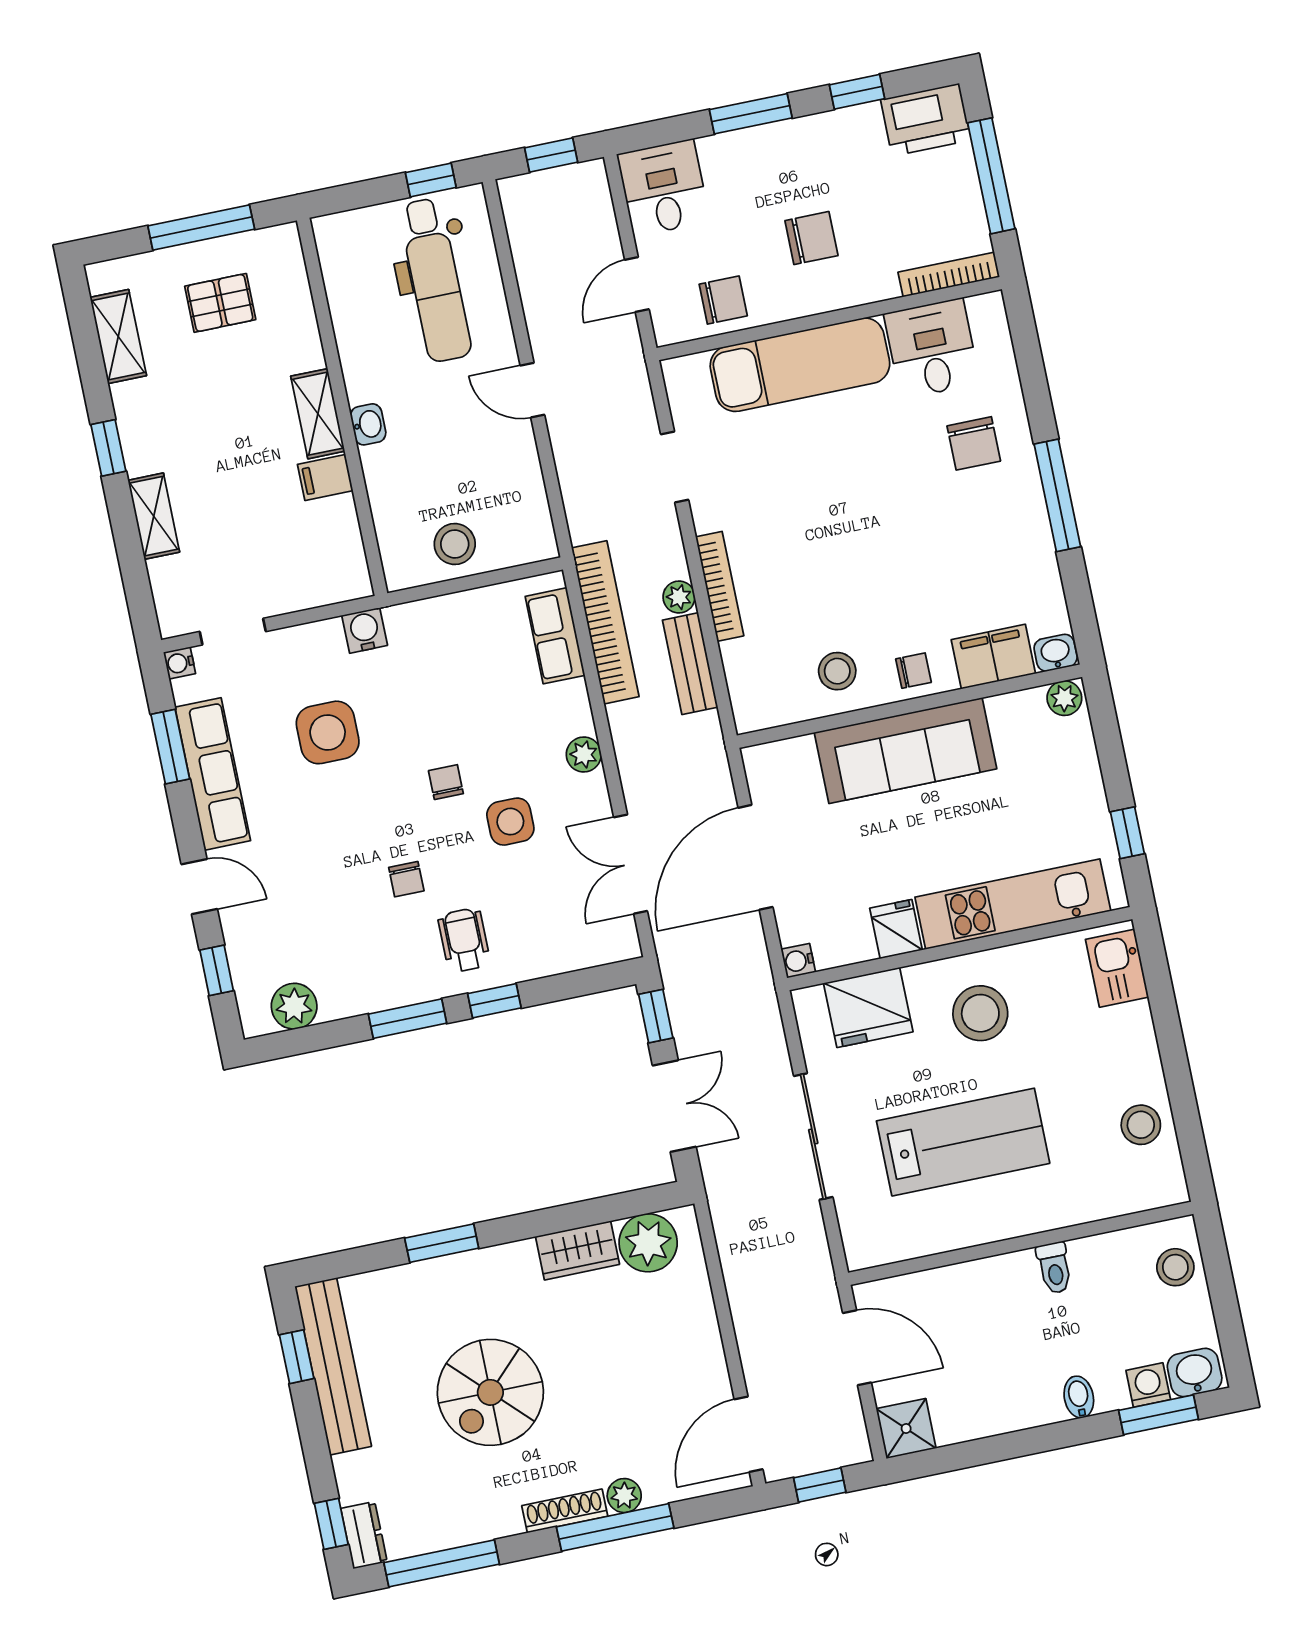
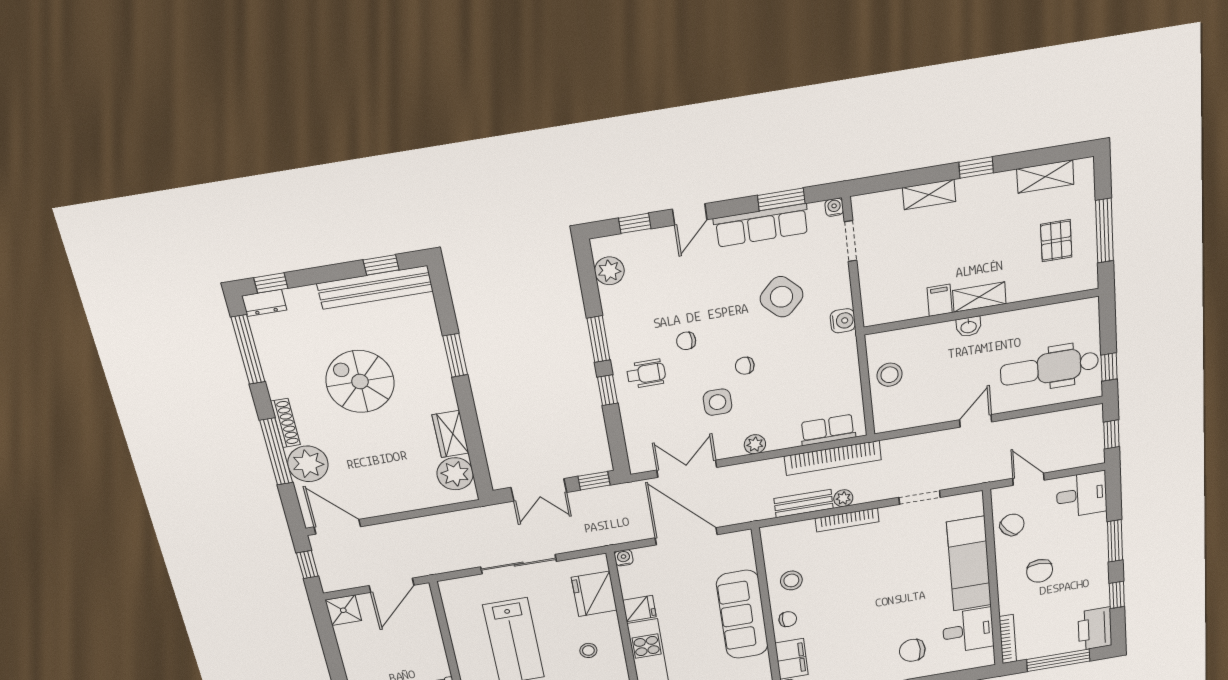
chair: (723, 300) -> (1012, 525), turned -132
chair: (913, 671) -> (788, 619), turned -90
side table: (328, 732) -> (782, 297), turned 45
chair: (446, 782) -> (745, 366), turned 180
stool: (980, 1013) -> (588, 650), width x0.53, depth x0.53
plant: (624, 1496) -> (308, 464), width x1.87, depth x1.87

